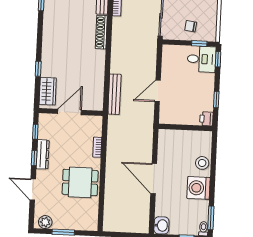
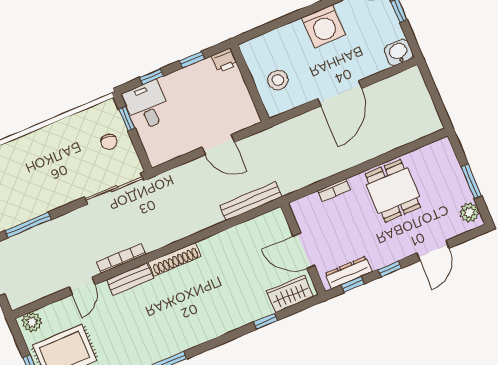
window: (218, 59) -> (152, 77), moved
dresser: (43, 154) -> (348, 273), moved
stool: (202, 163) -> (278, 80), moved

